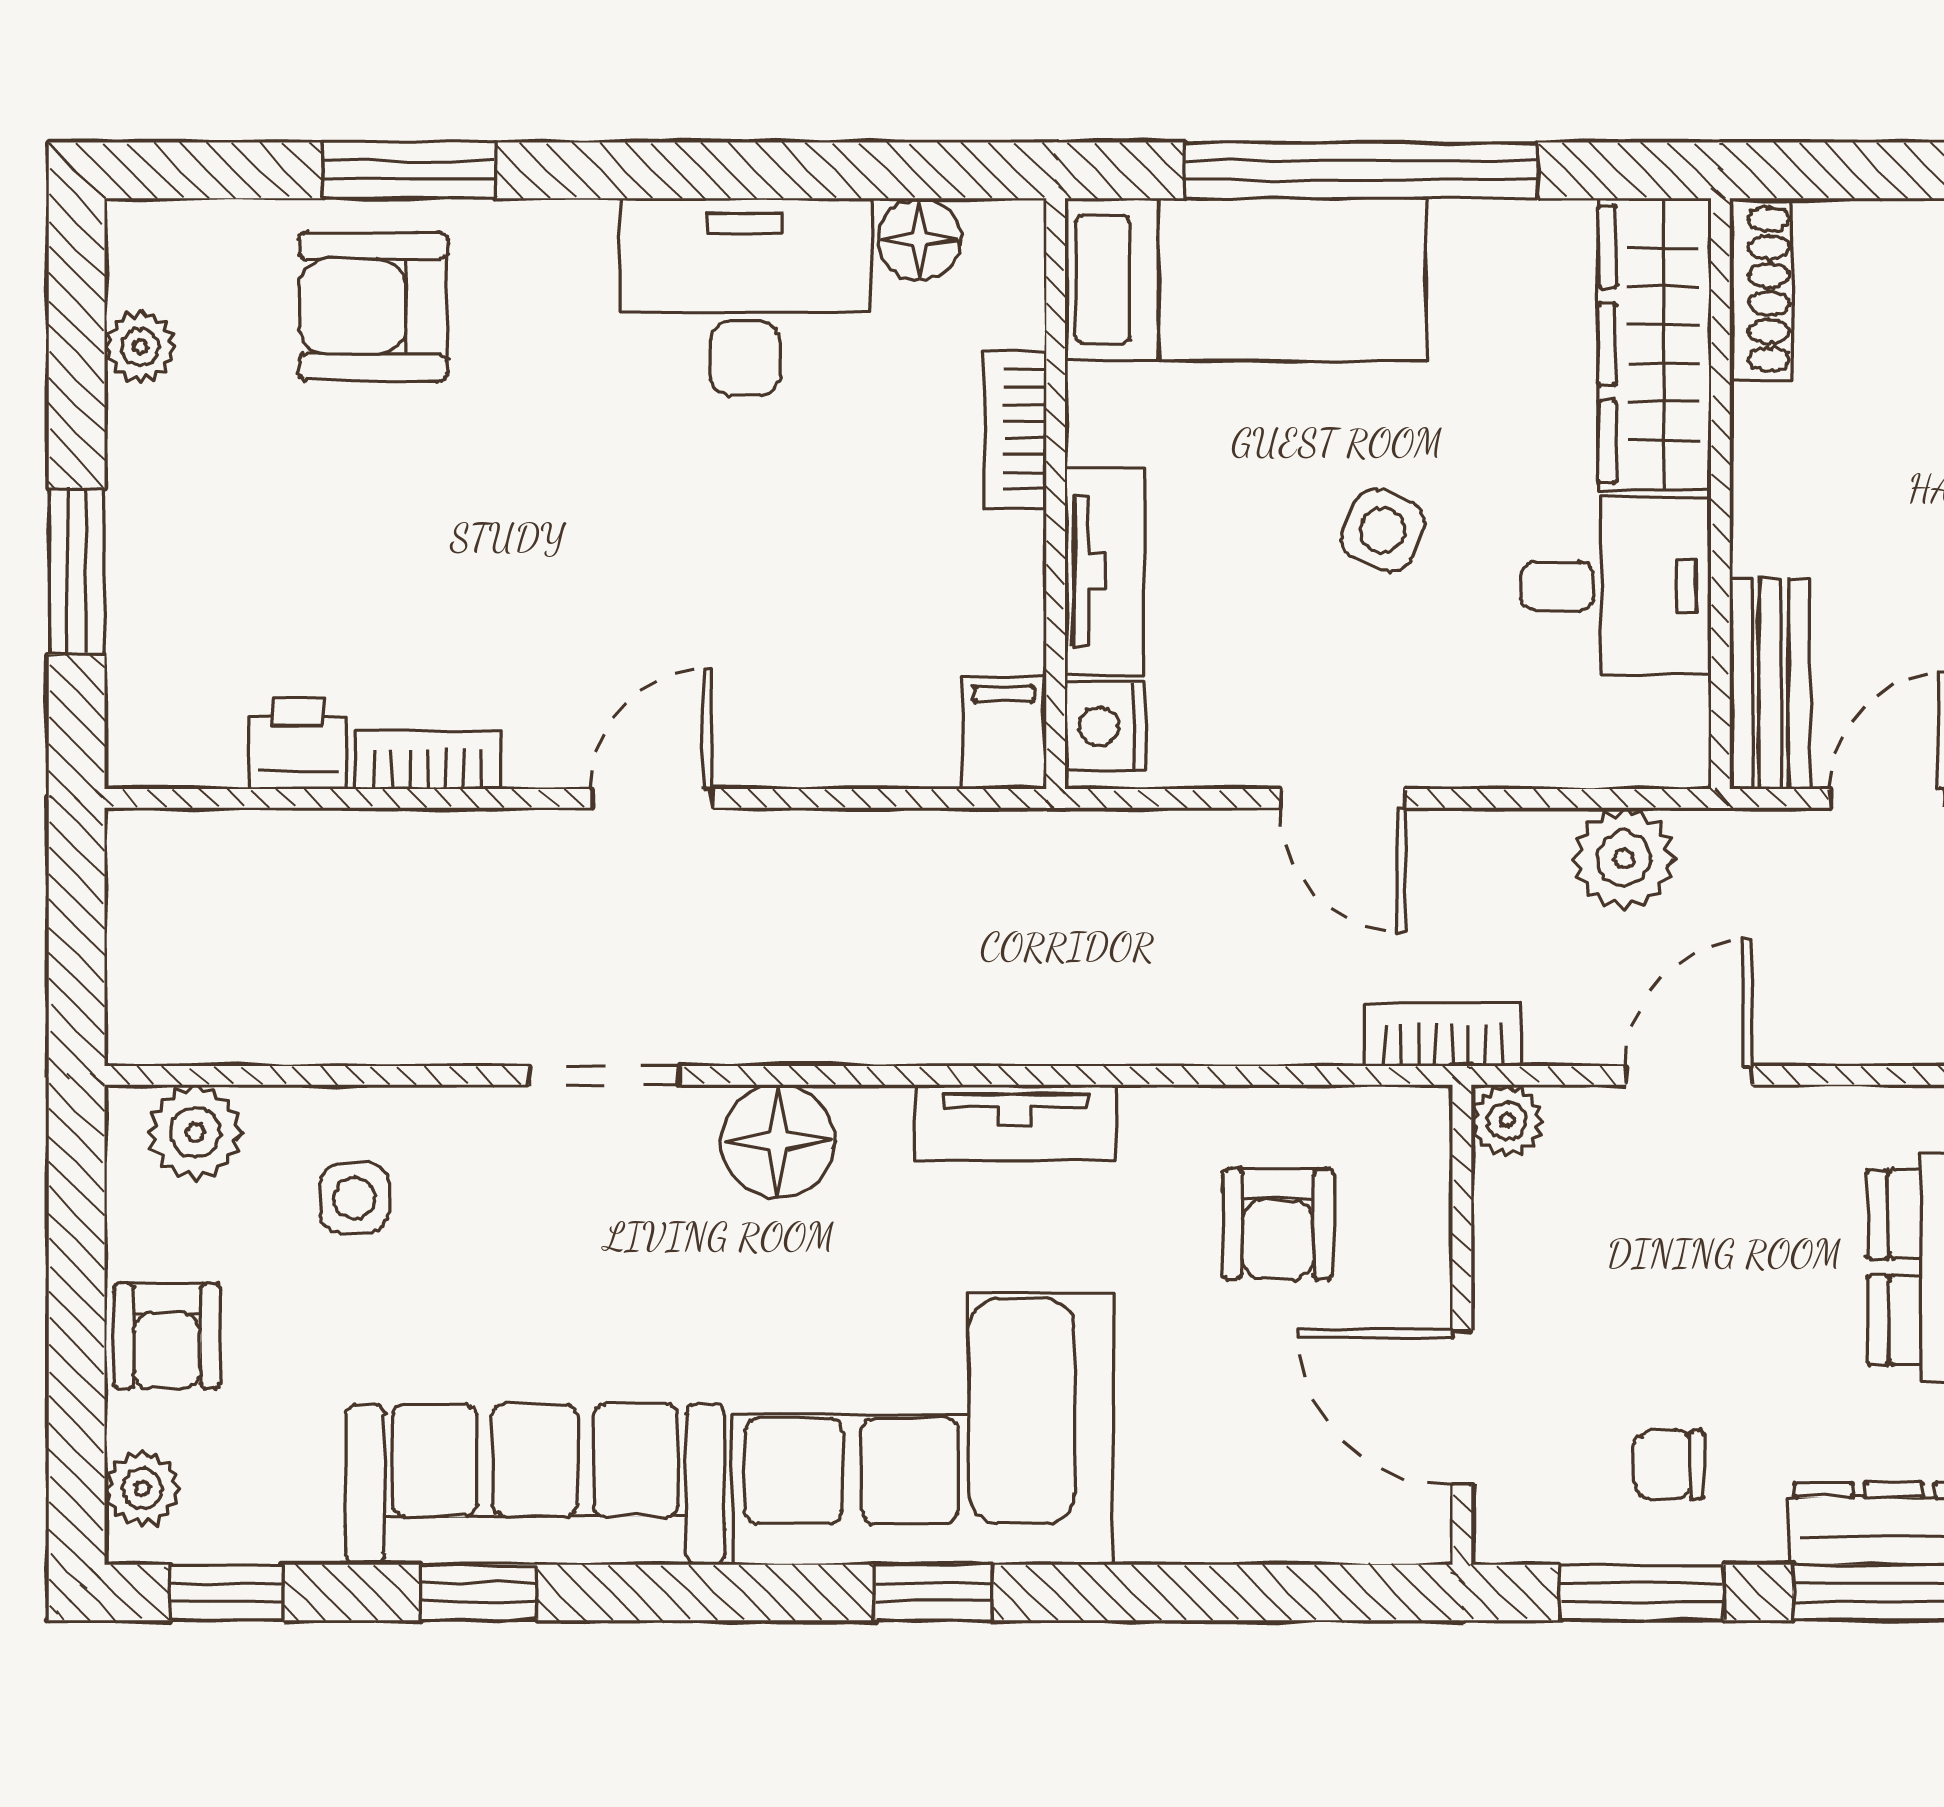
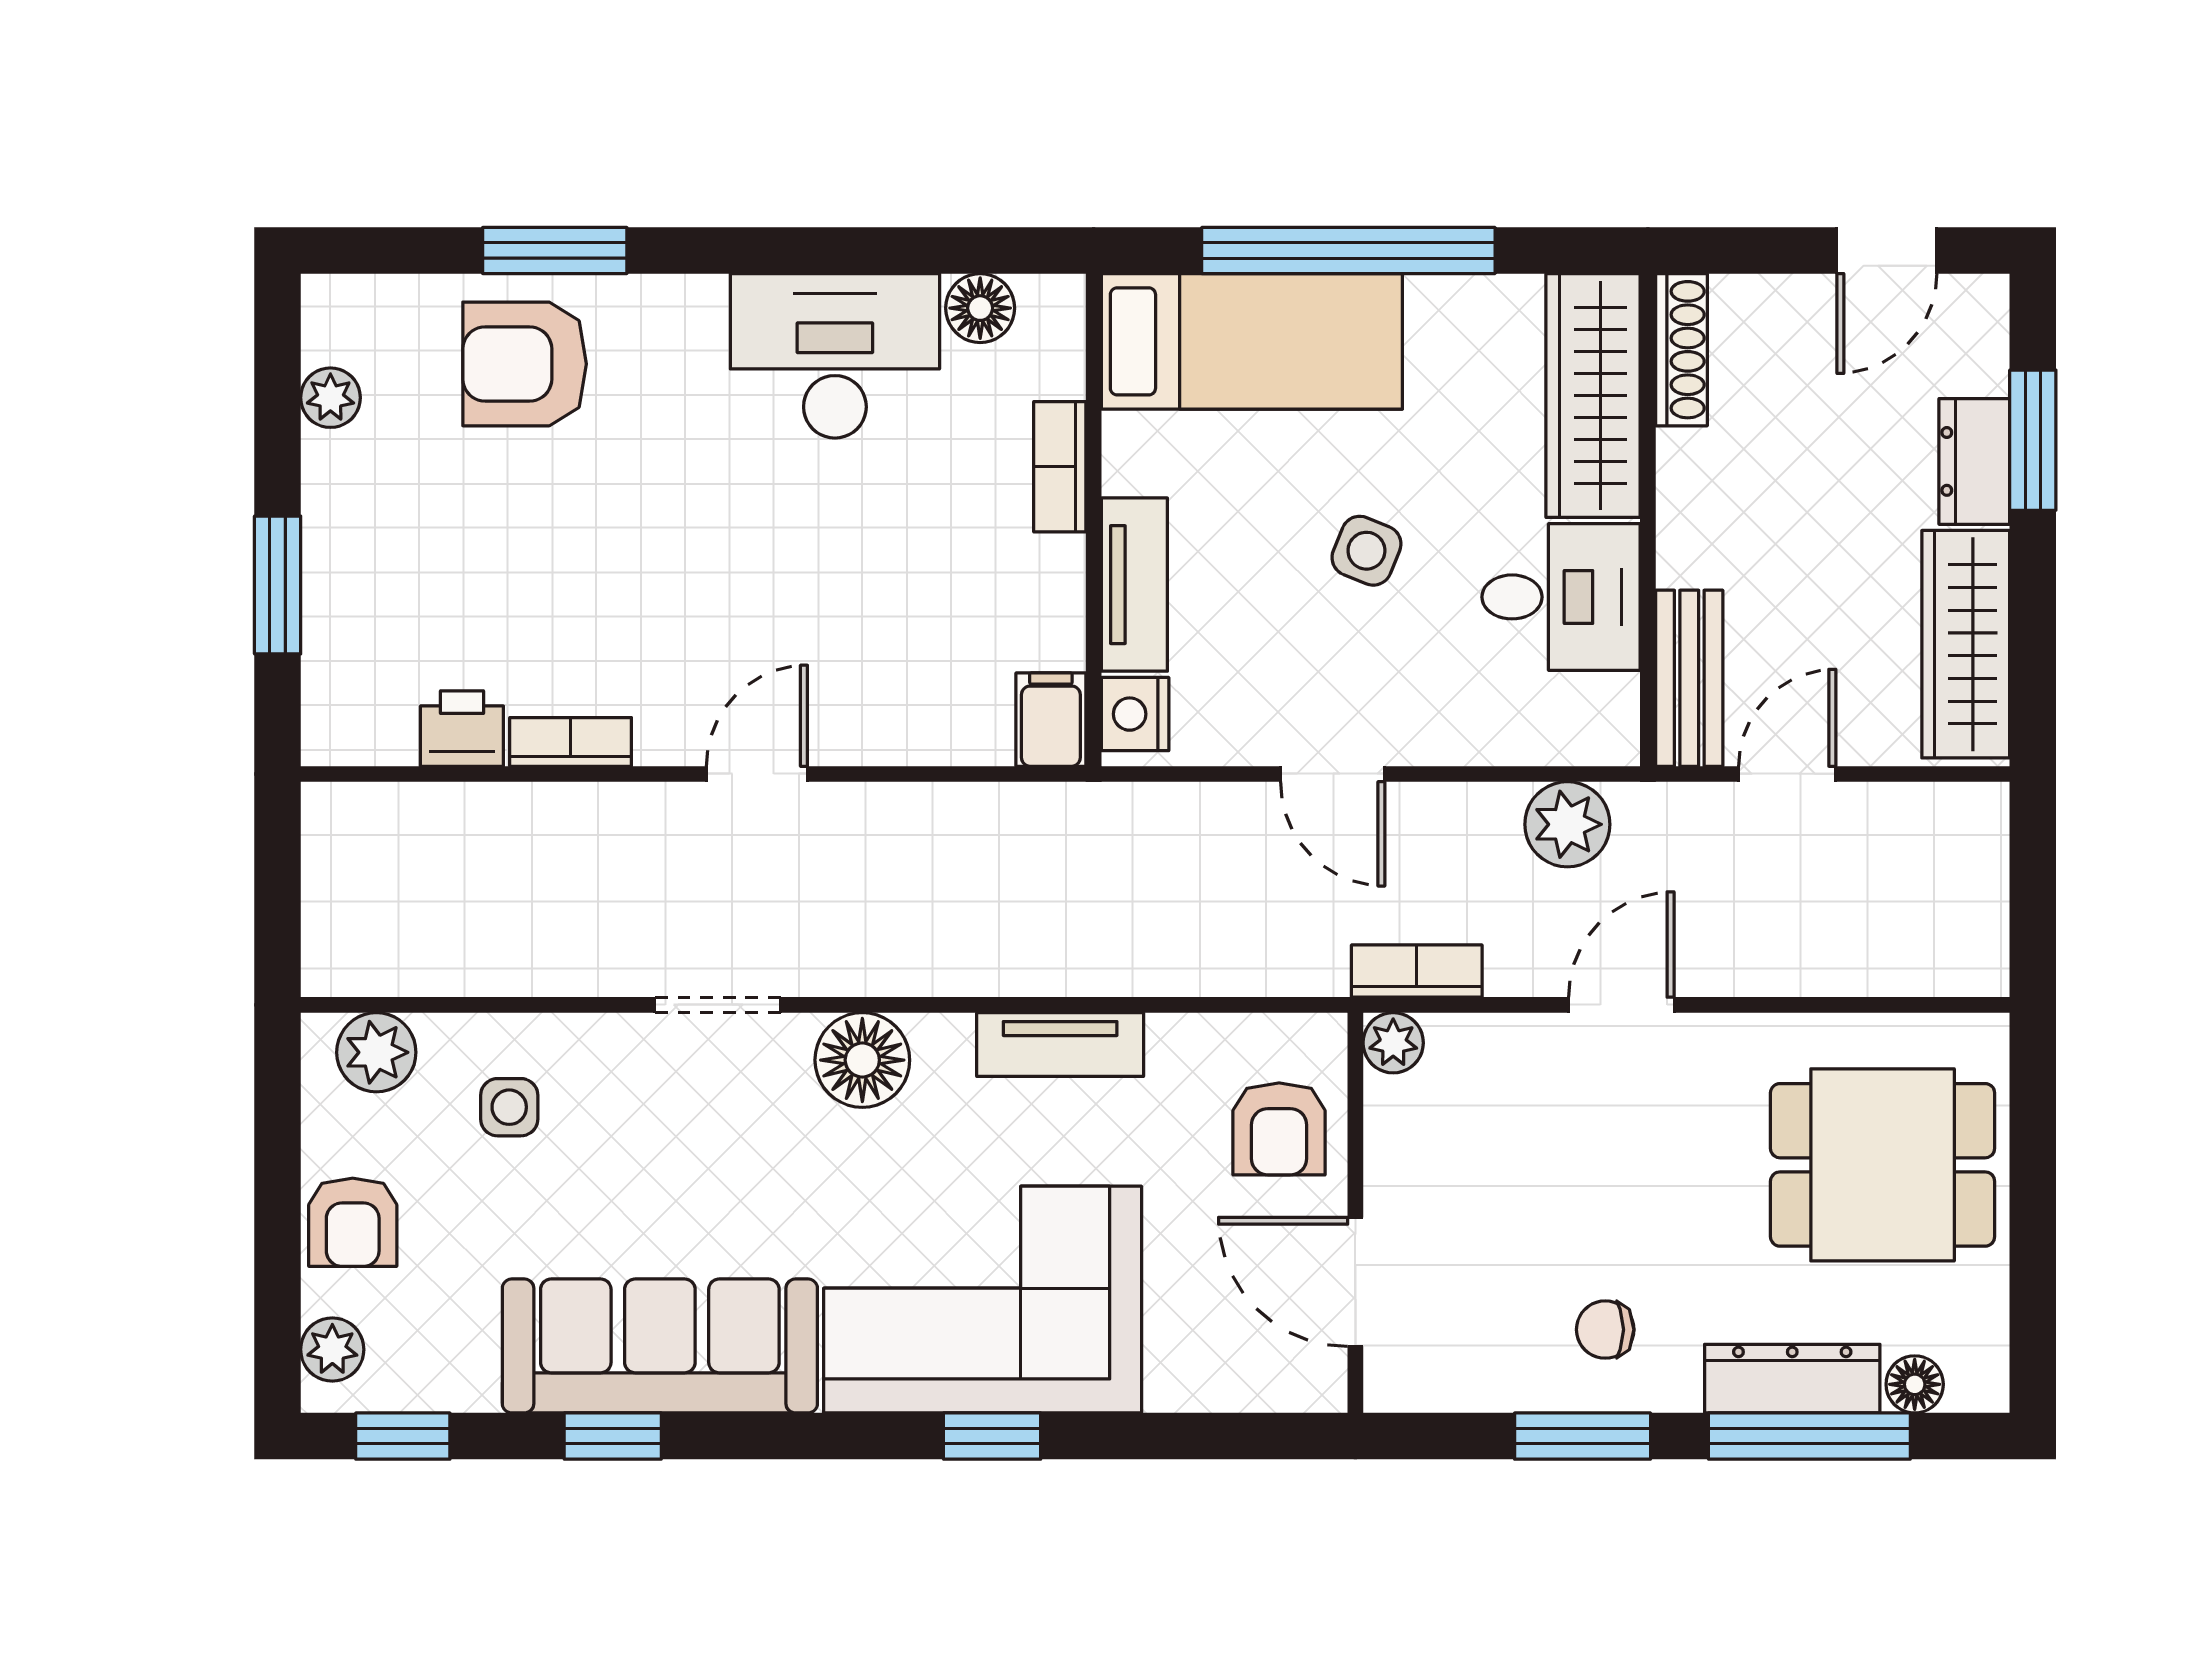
plant: (1507, 1121) -> (1393, 1043), moved
wall: (1462, 1325) -> (1355, 1213), moved
door: (1462, 1407) -> (1355, 1282), moved

